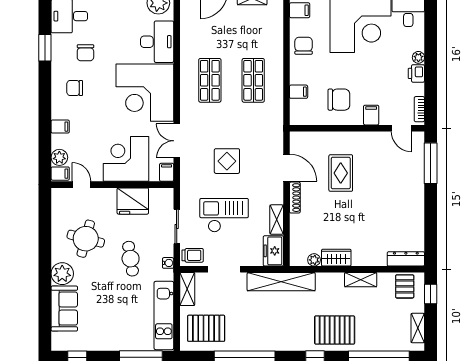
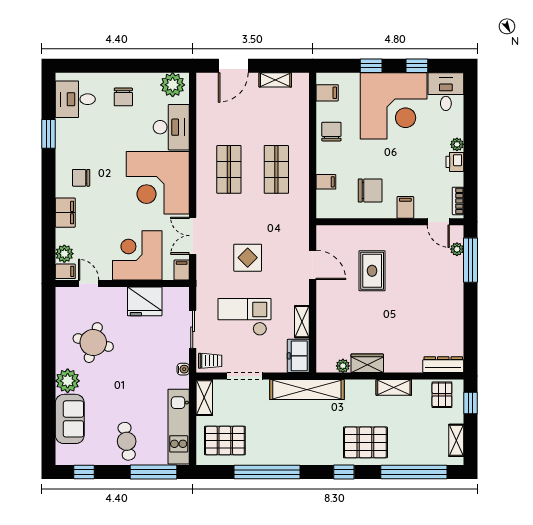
chair: (85, 53) -> (123, 97), moved
filing cabinet: (60, 127) -> (65, 213), width x2.00
plant: (418, 153) -> (457, 249), added
shoe rack: (295, 198) -> (322, 298), removed
cafe table: (131, 259) -> (127, 441), moved

